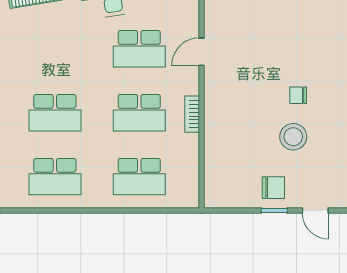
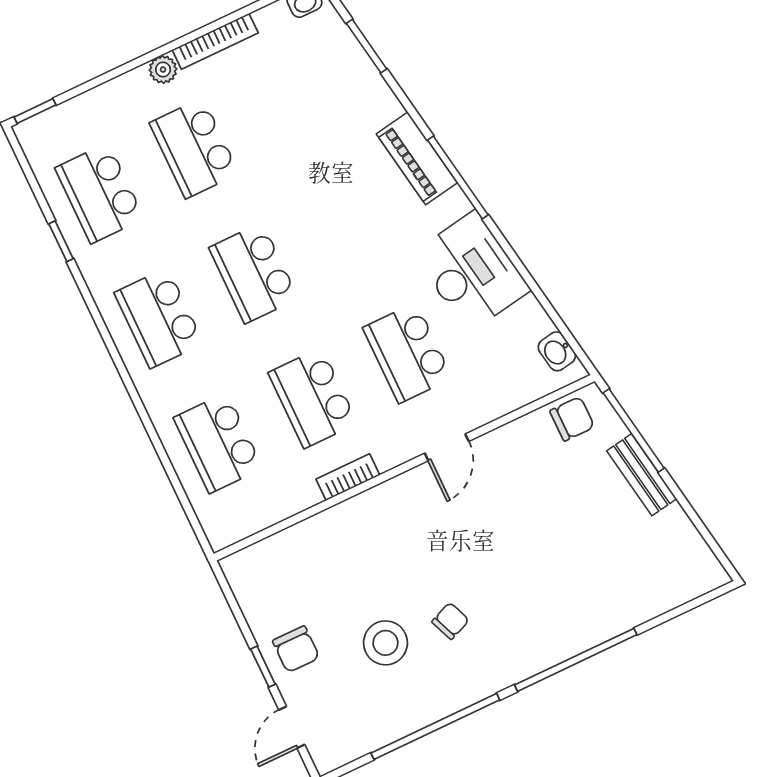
door: (201, 52) -> (447, 447), swing flipped
chair: (298, 95) -> (450, 621), turned 68

